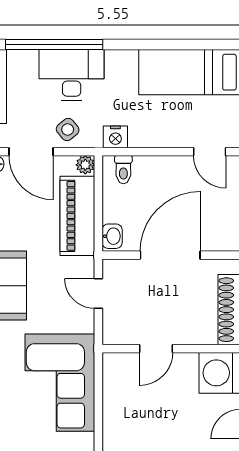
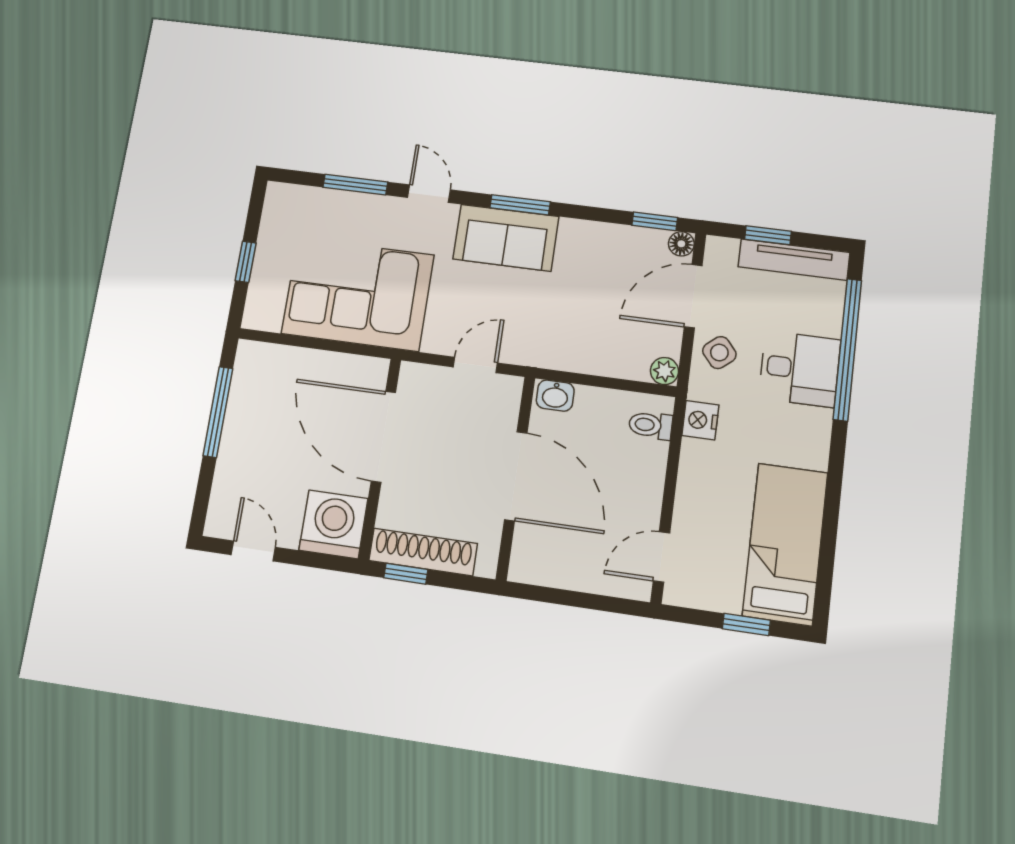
desk: (72, 75) -> (800, 369), width x0.73
piano: (77, 216) -> (591, 350), removed
door: (156, 349) -> (383, 437), width x1.88

